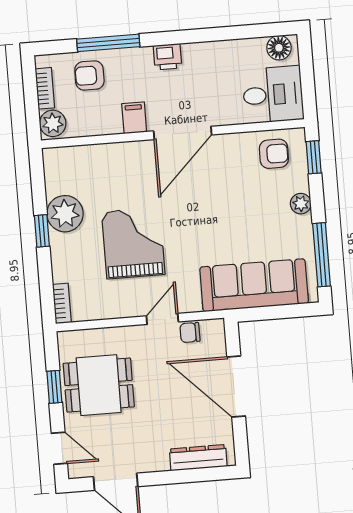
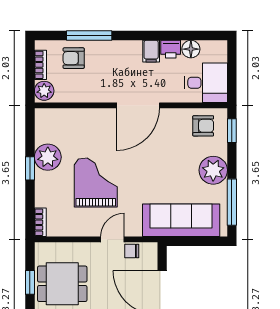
floor lamp: (279, 48) -> (191, 49), moved
printer: (168, 57) -> (171, 49), moved
filing cabinet: (134, 118) -> (151, 51), moved, turned 180
plant: (301, 204) -> (213, 170), width x1.88, depth x1.88

